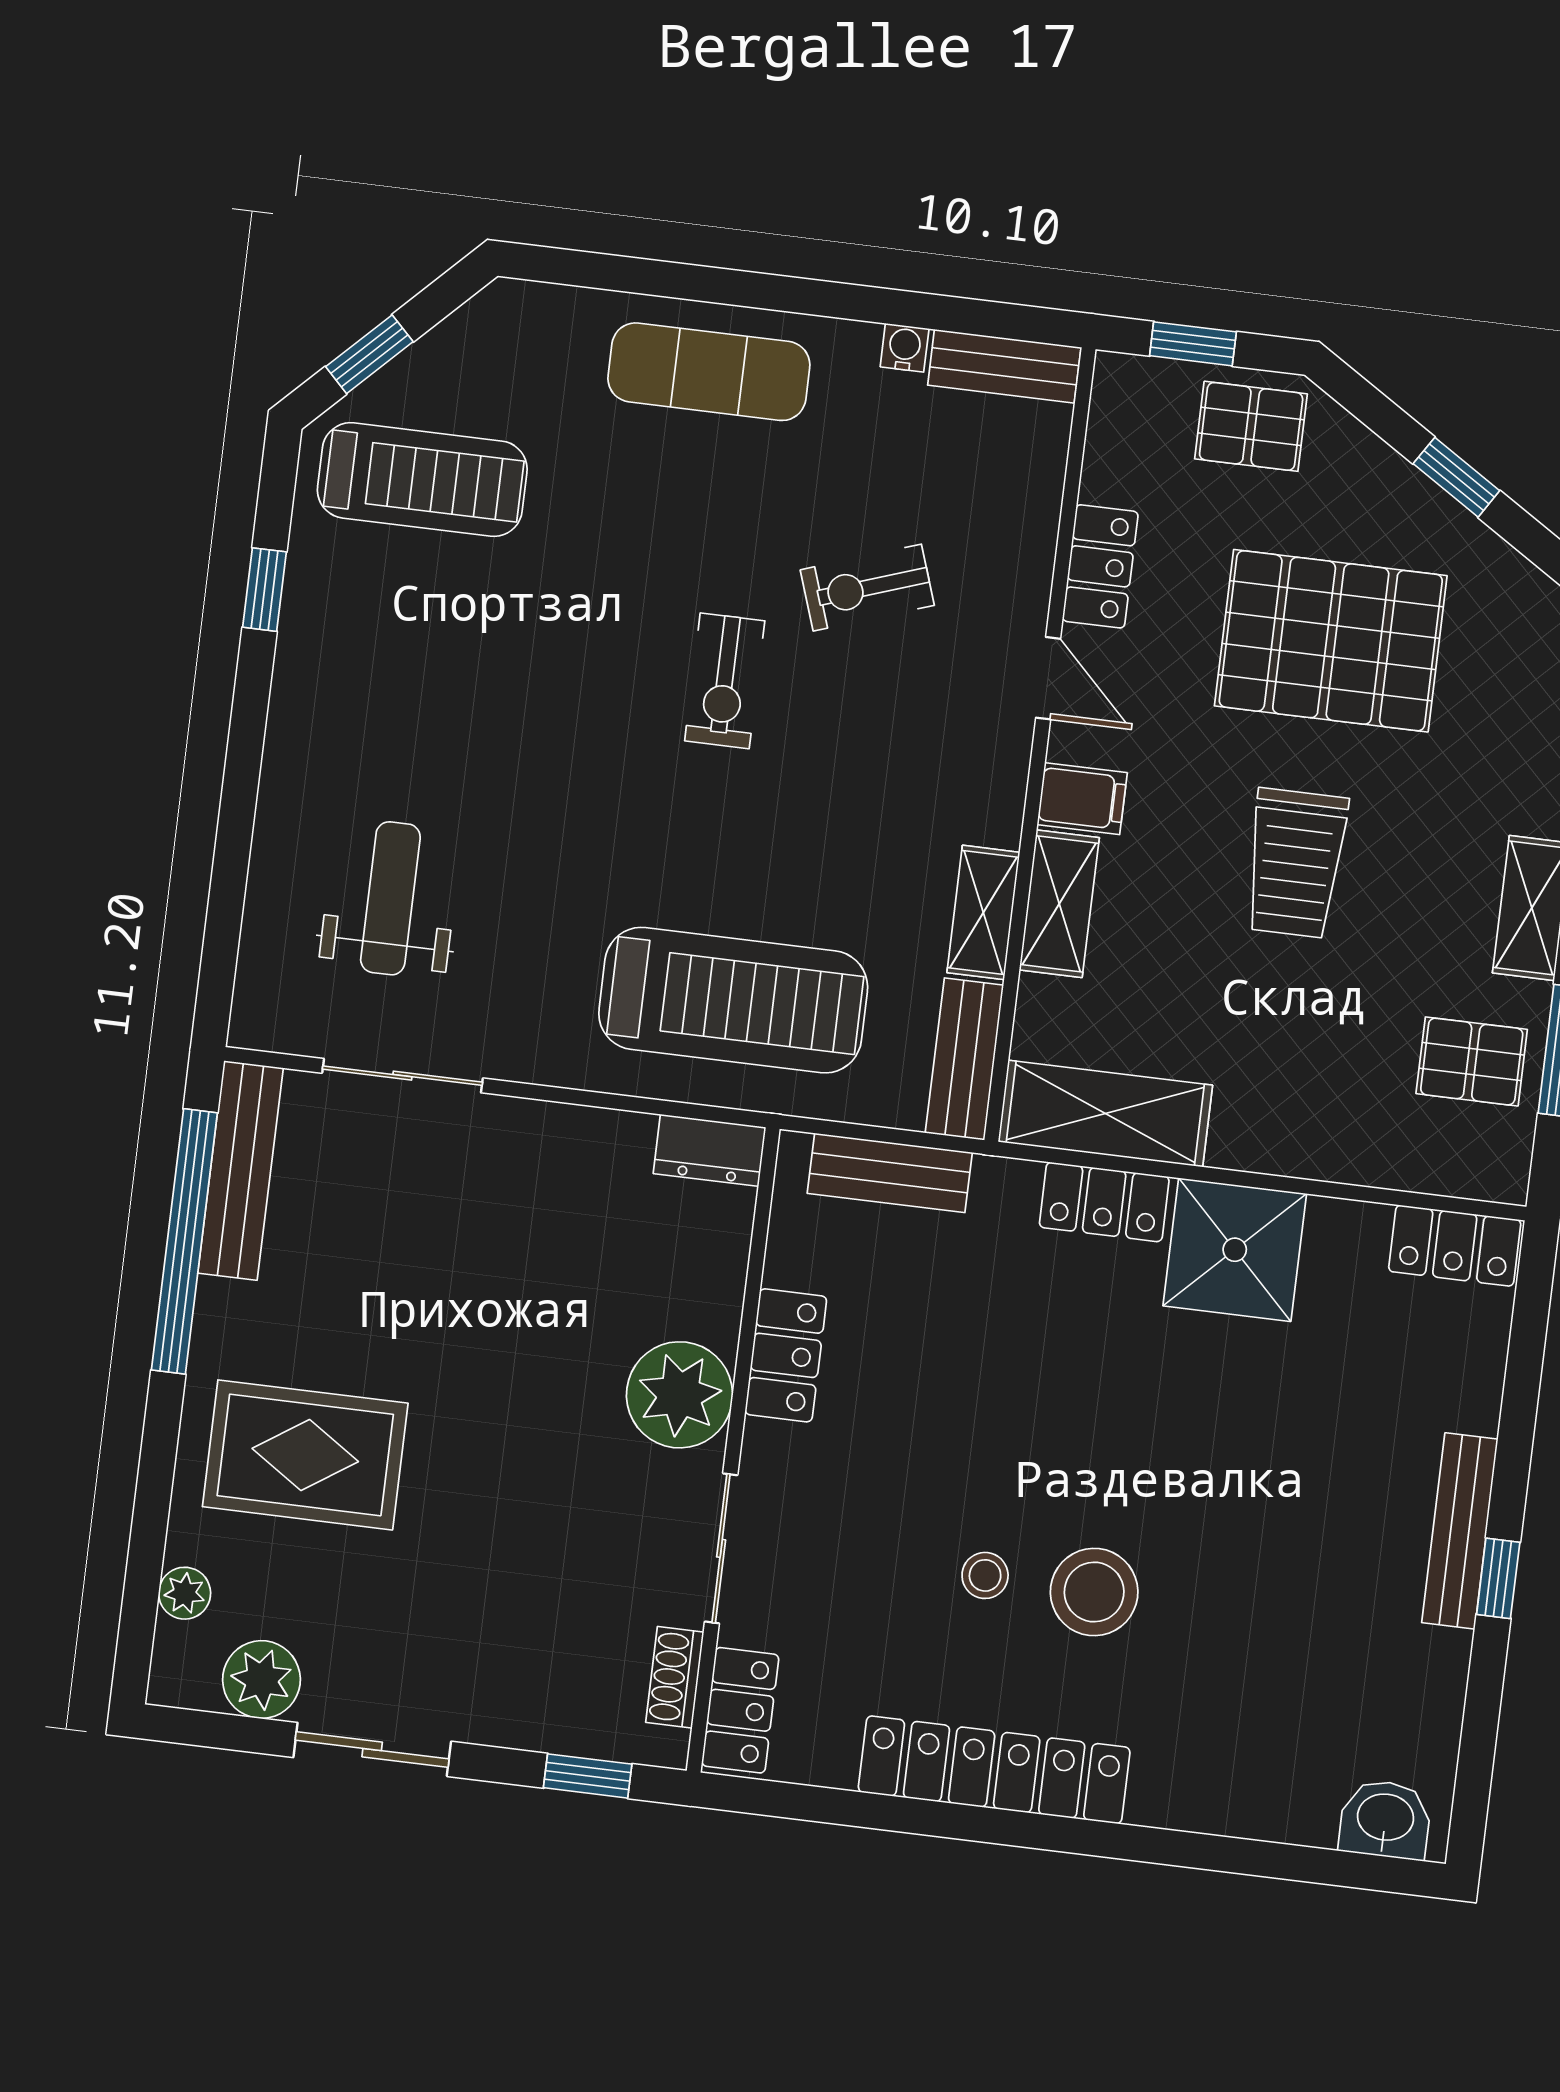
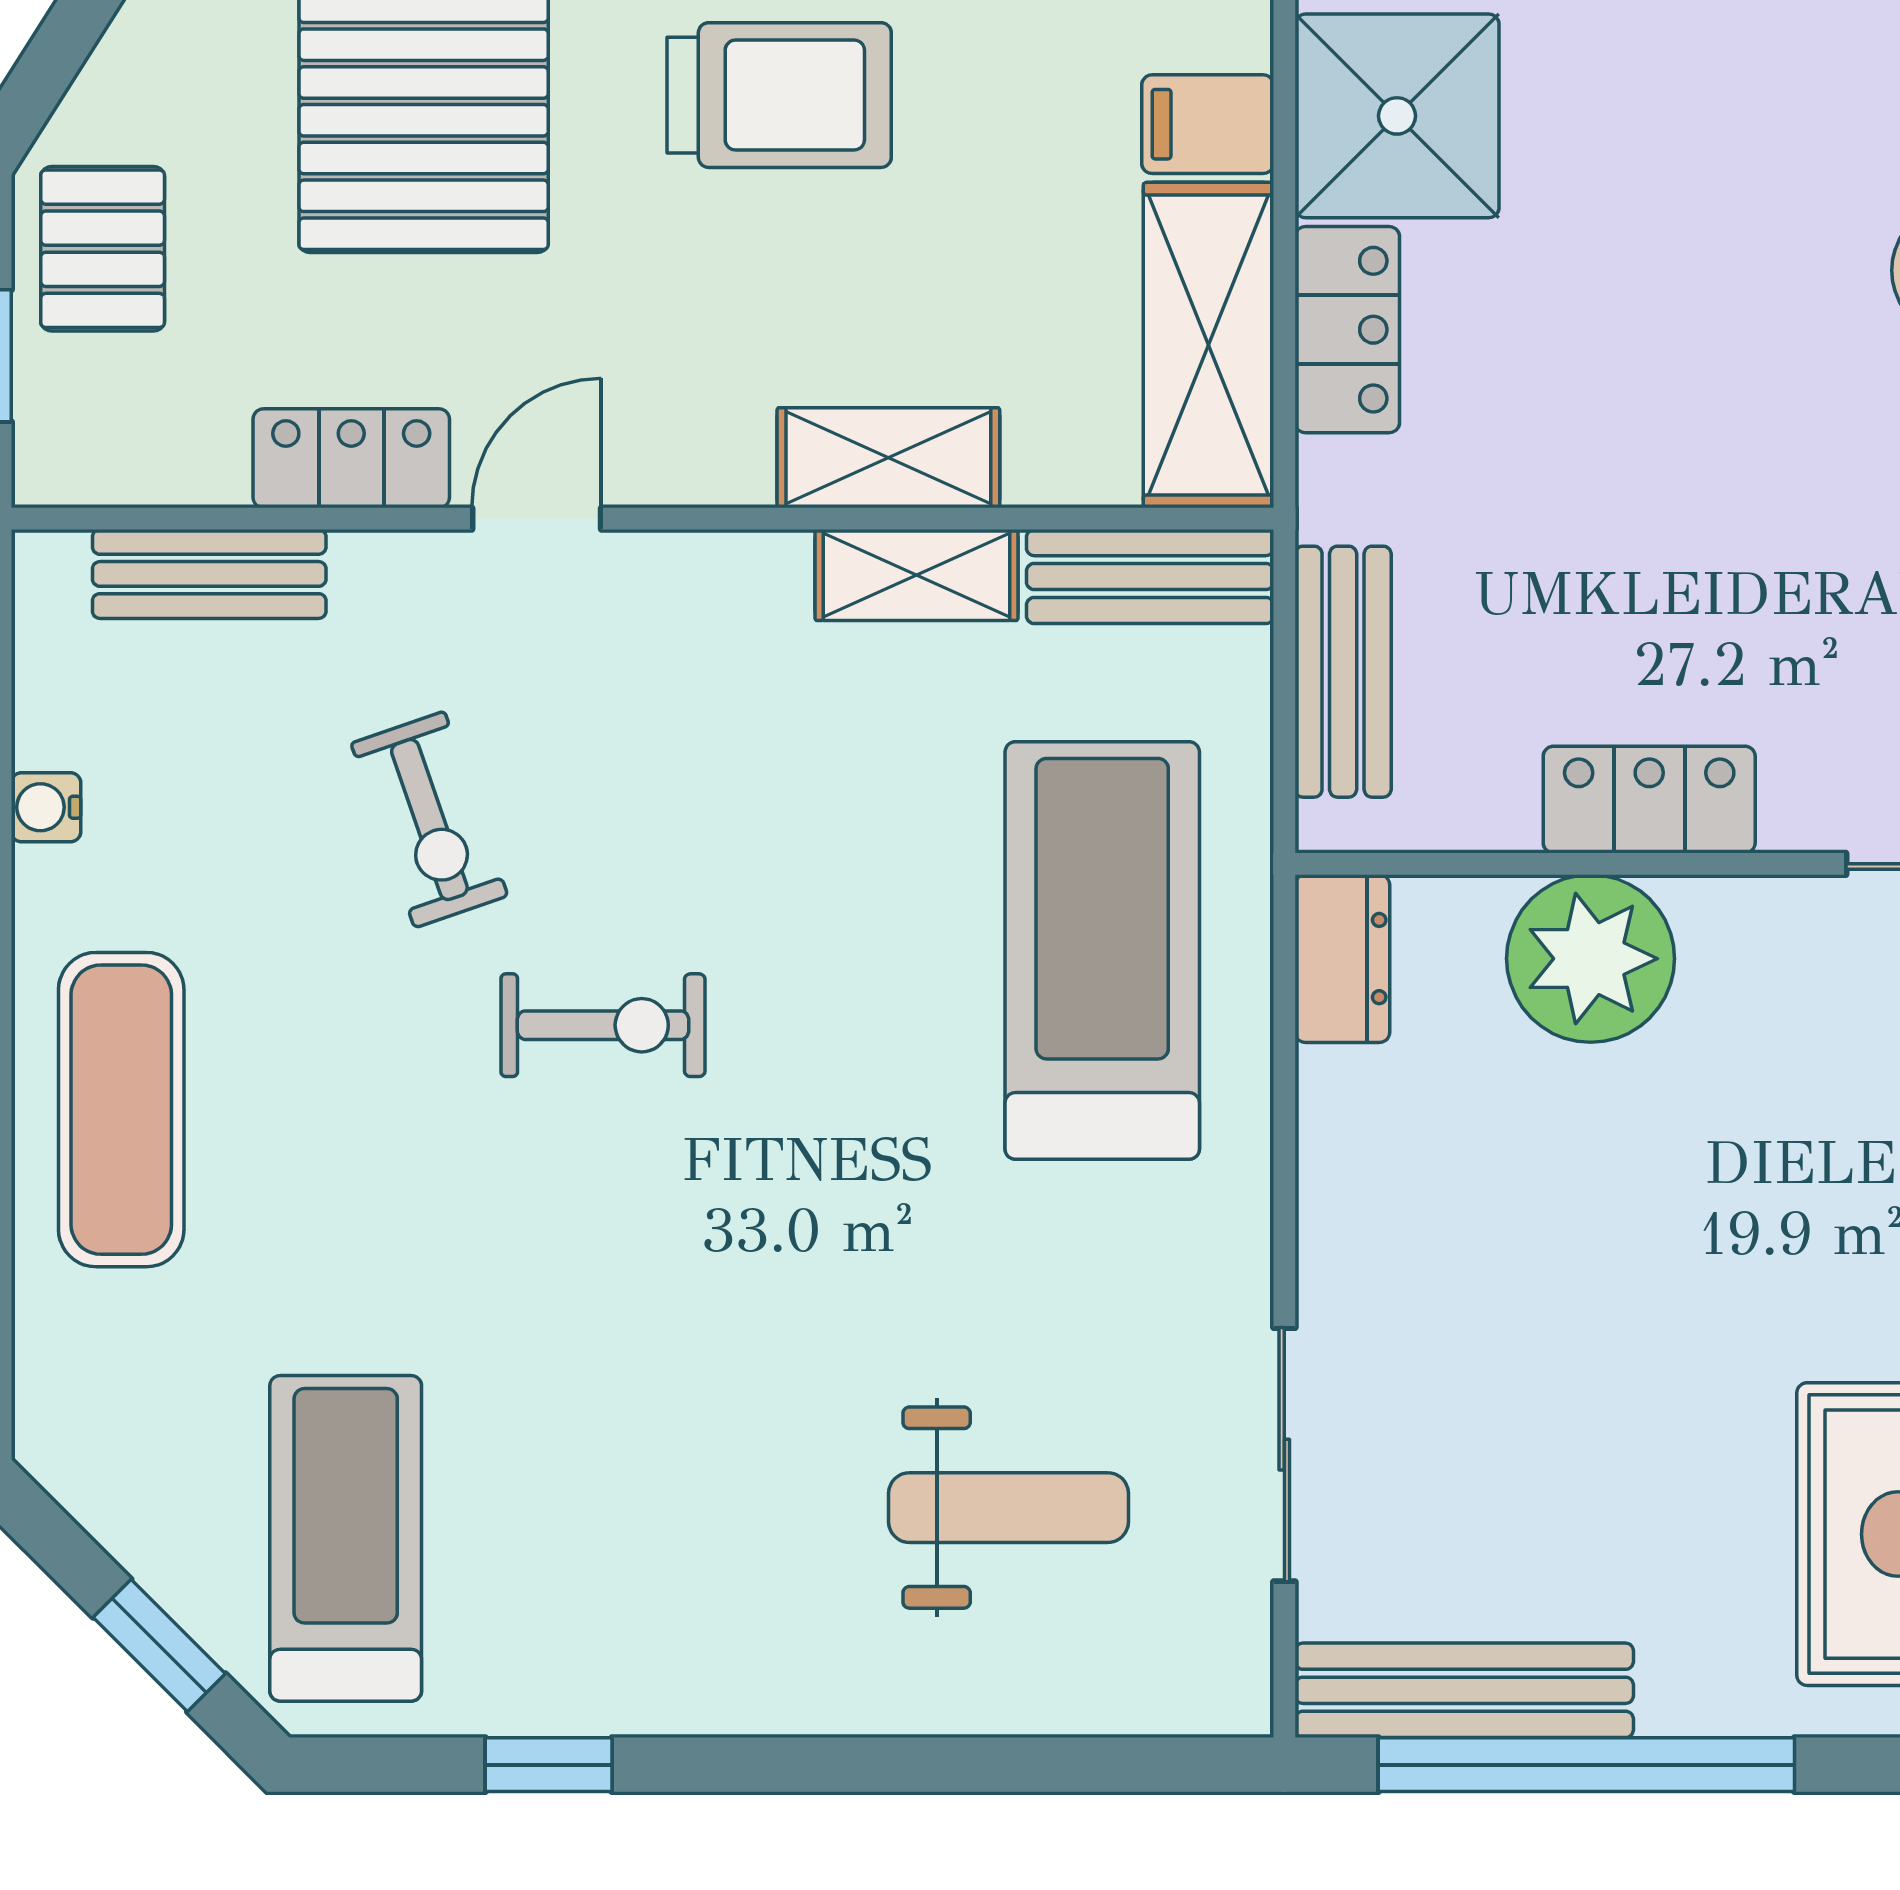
bench: (1004, 366) -> (209, 574), moved, turned 90
filing cabinet: (1082, 799) -> (1208, 124), moved, turned -90
weight bench: (390, 898) -> (1009, 1508), turned 180
plant: (680, 1395) -> (1591, 959), moved

